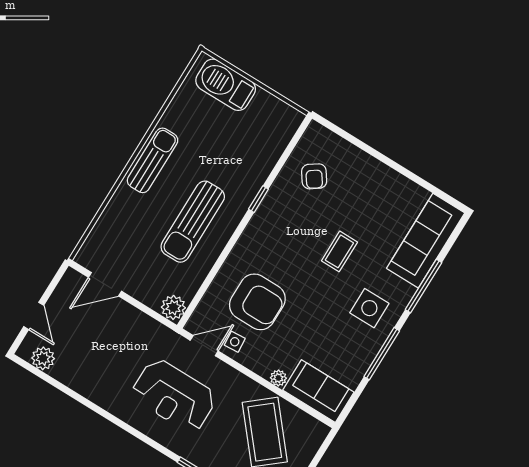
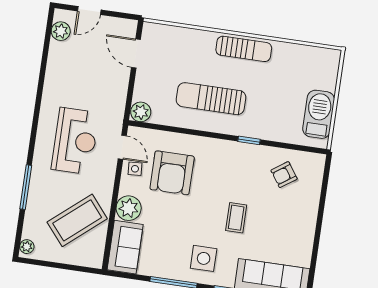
barbecue: (226, 85) -> (319, 114), moved
coffee table: (339, 251) -> (236, 218), turned 90
plant: (278, 378) -> (129, 208), width x1.87, depth x1.87
reception desk: (174, 396) -> (75, 141), turned 180

